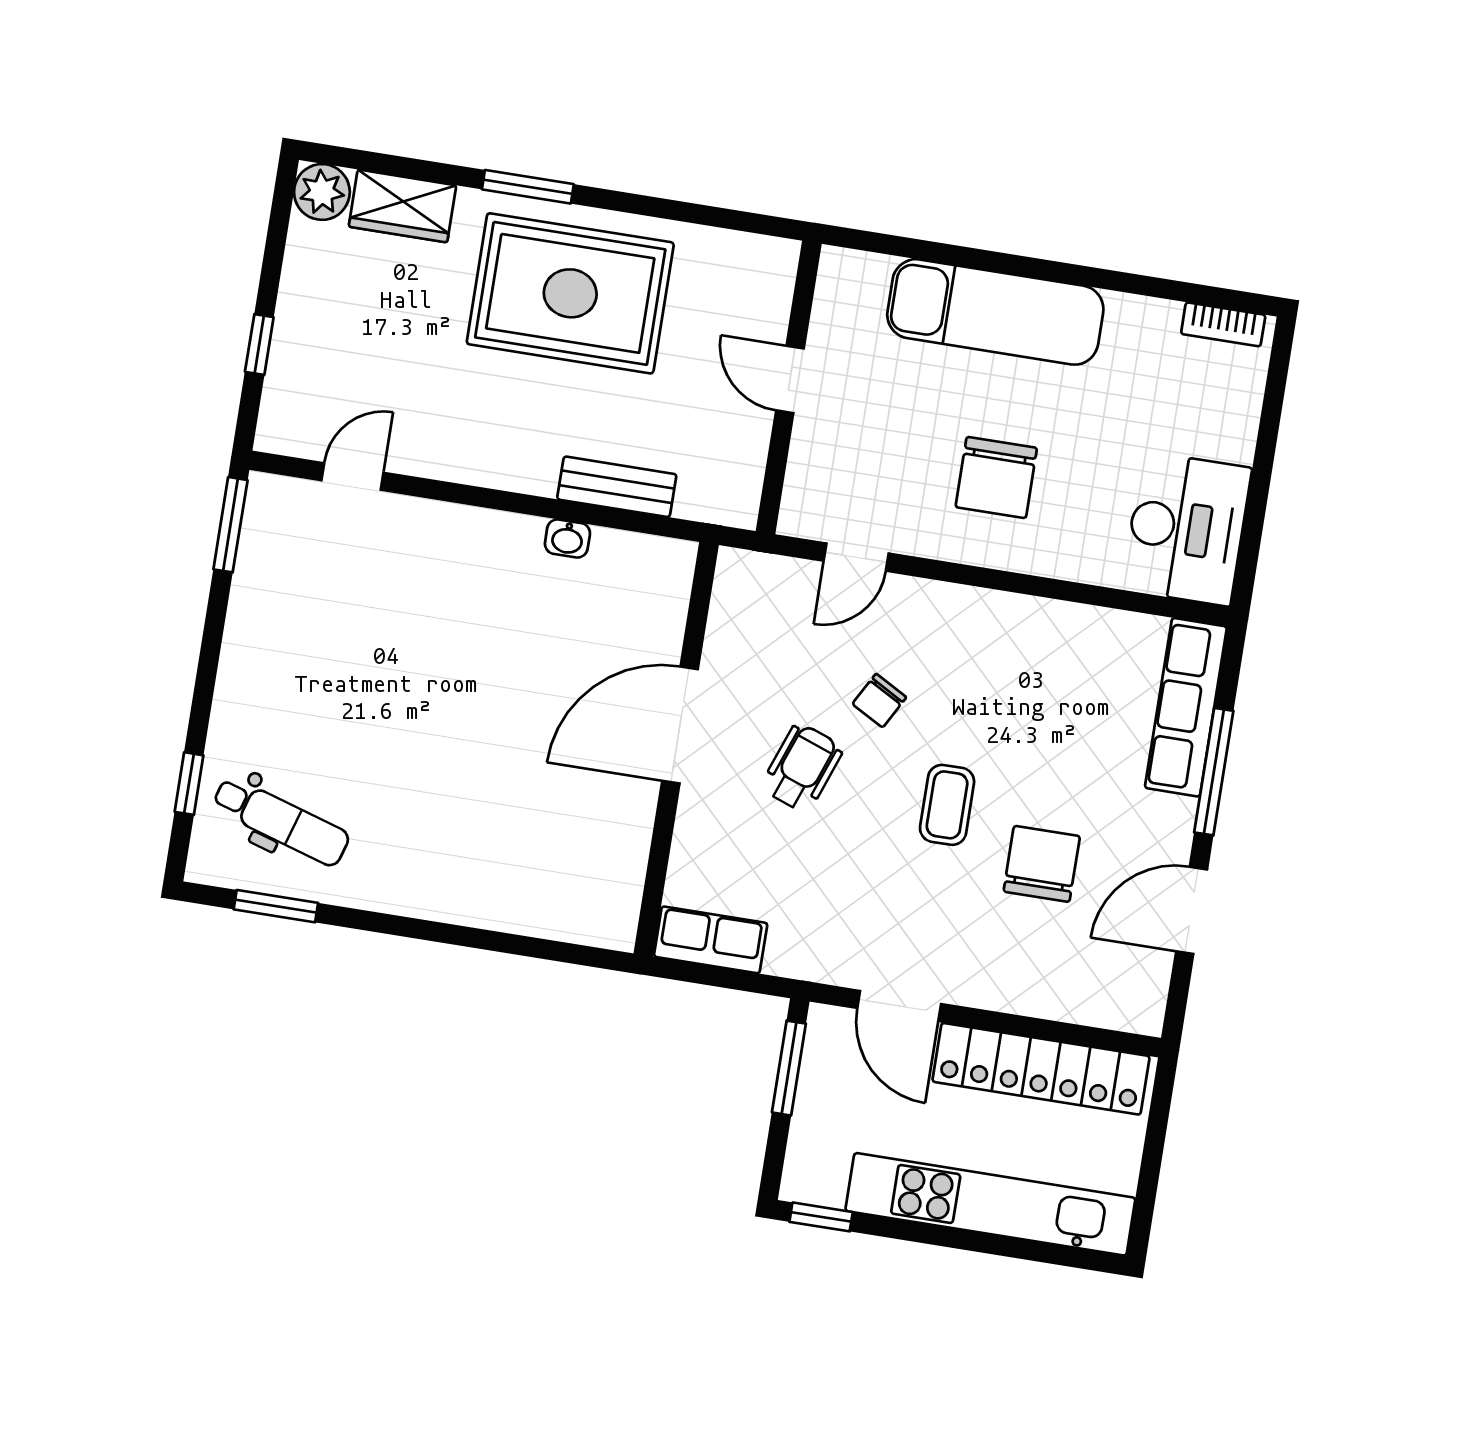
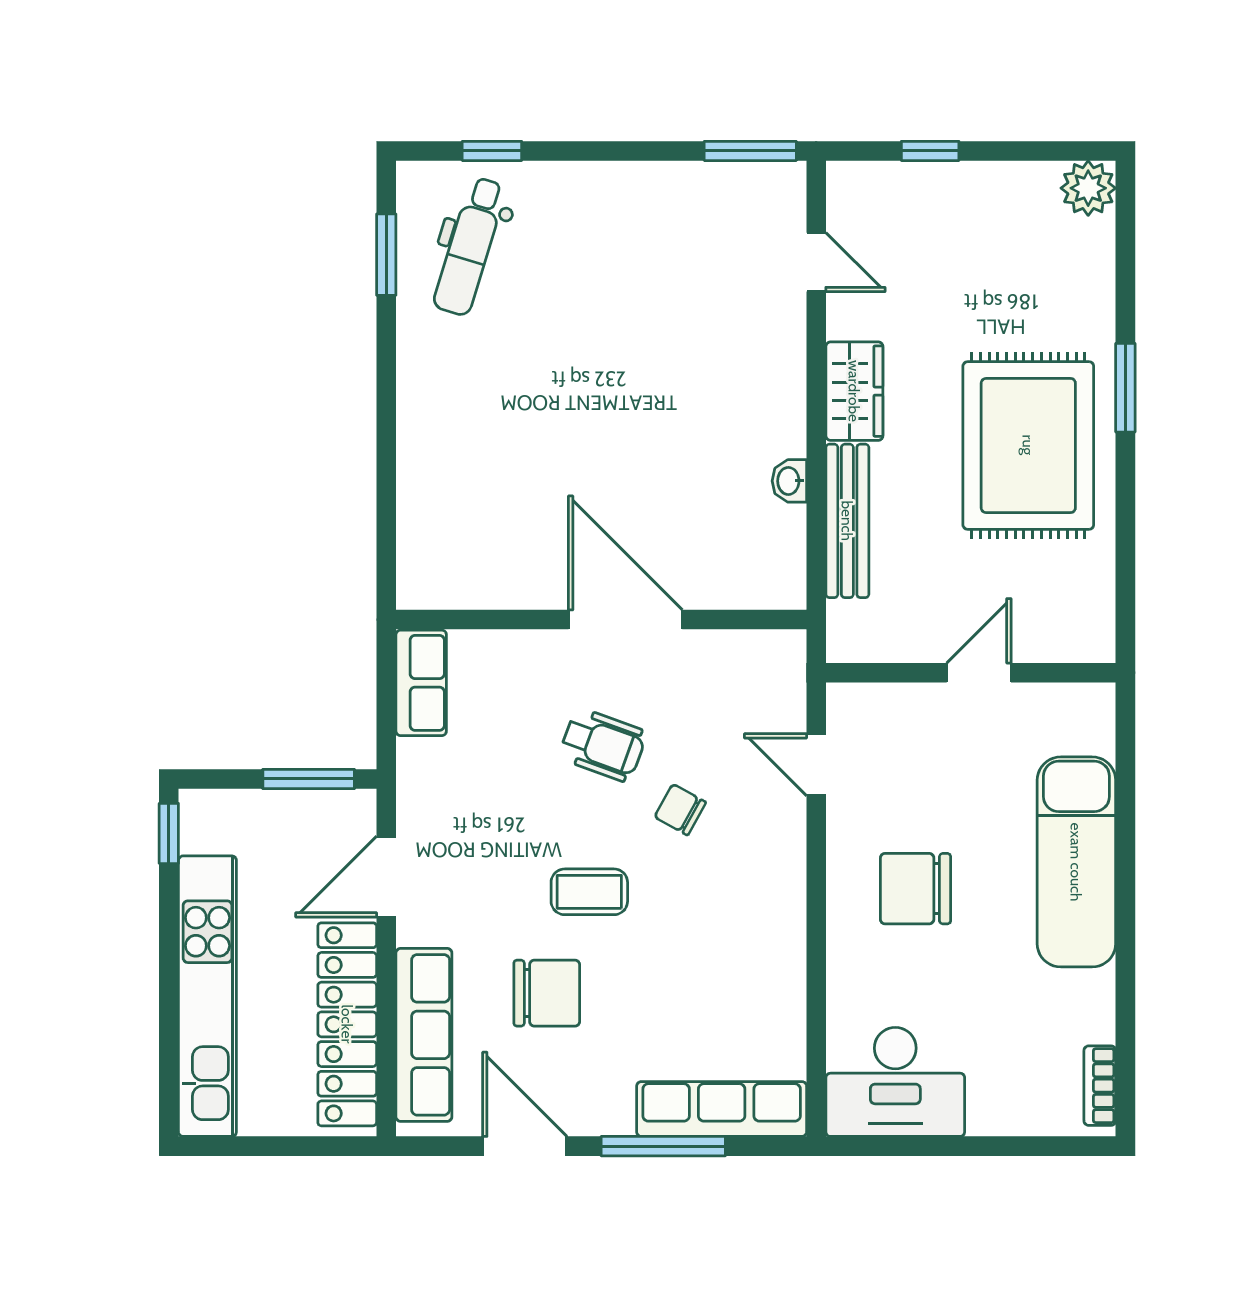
wardrobe: (402, 206) -> (854, 391), moved, turned 180
bench: (617, 487) -> (847, 521), width x1.36
row of seats: (1064, 994) -> (424, 1035), added

